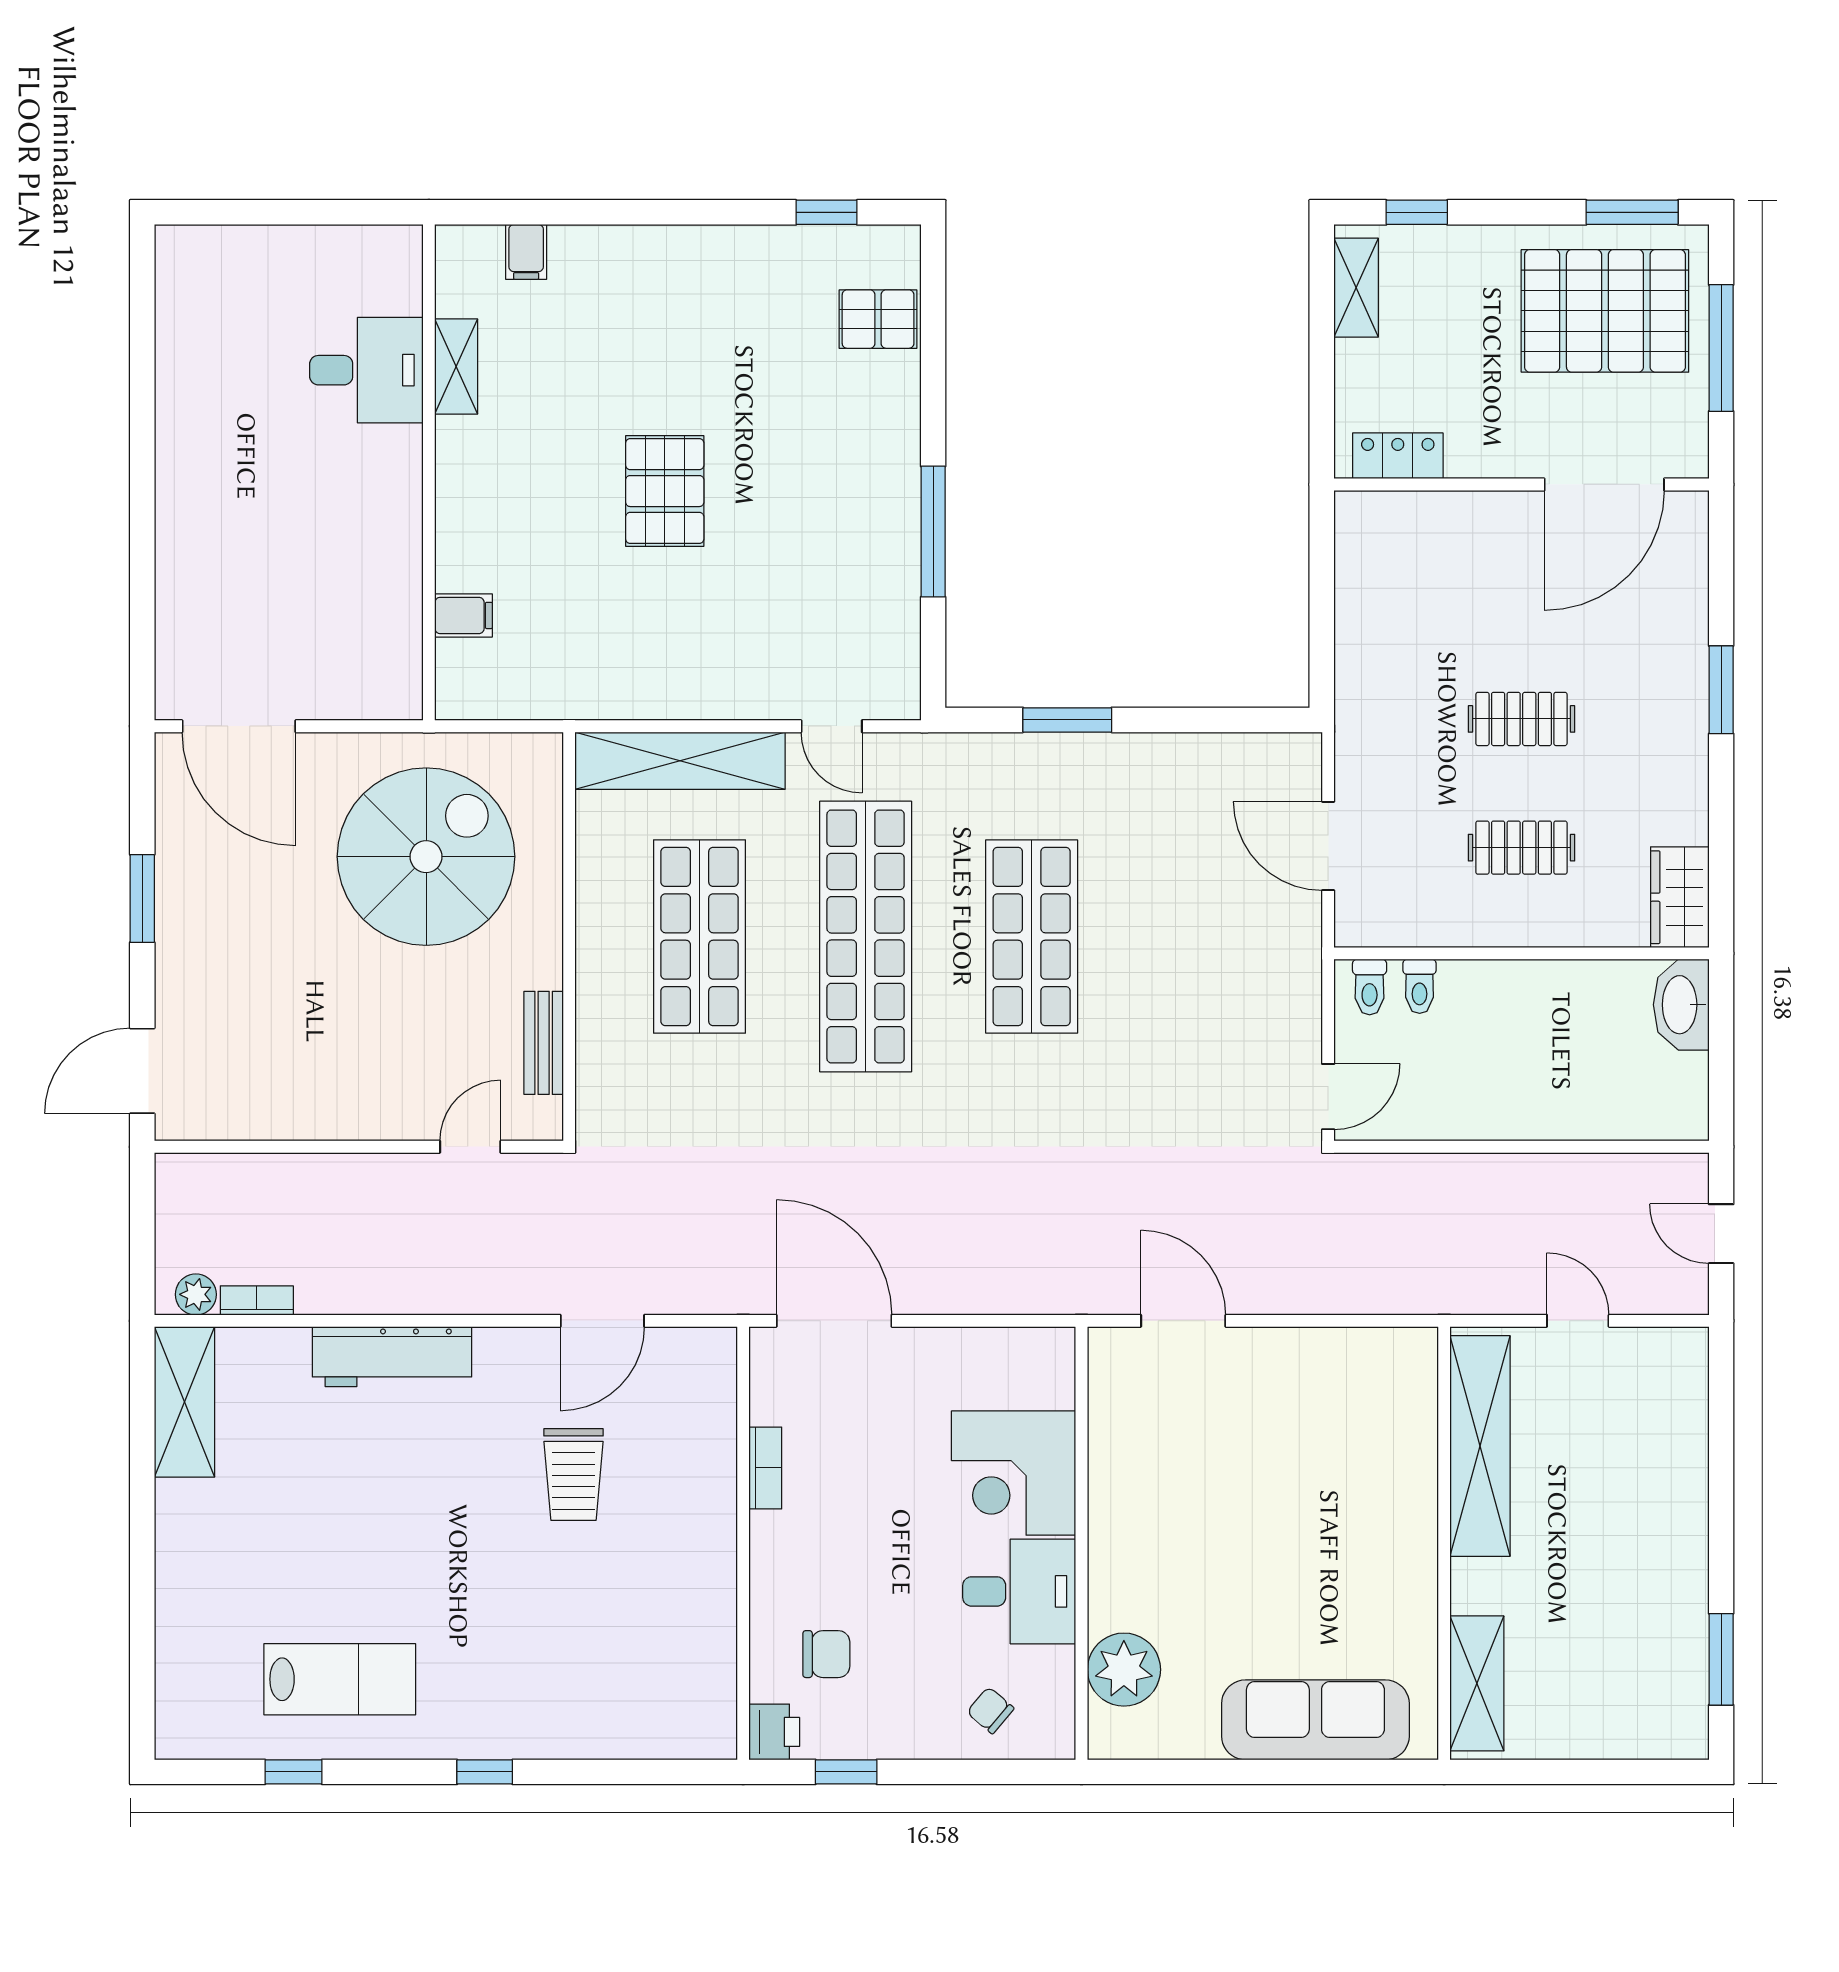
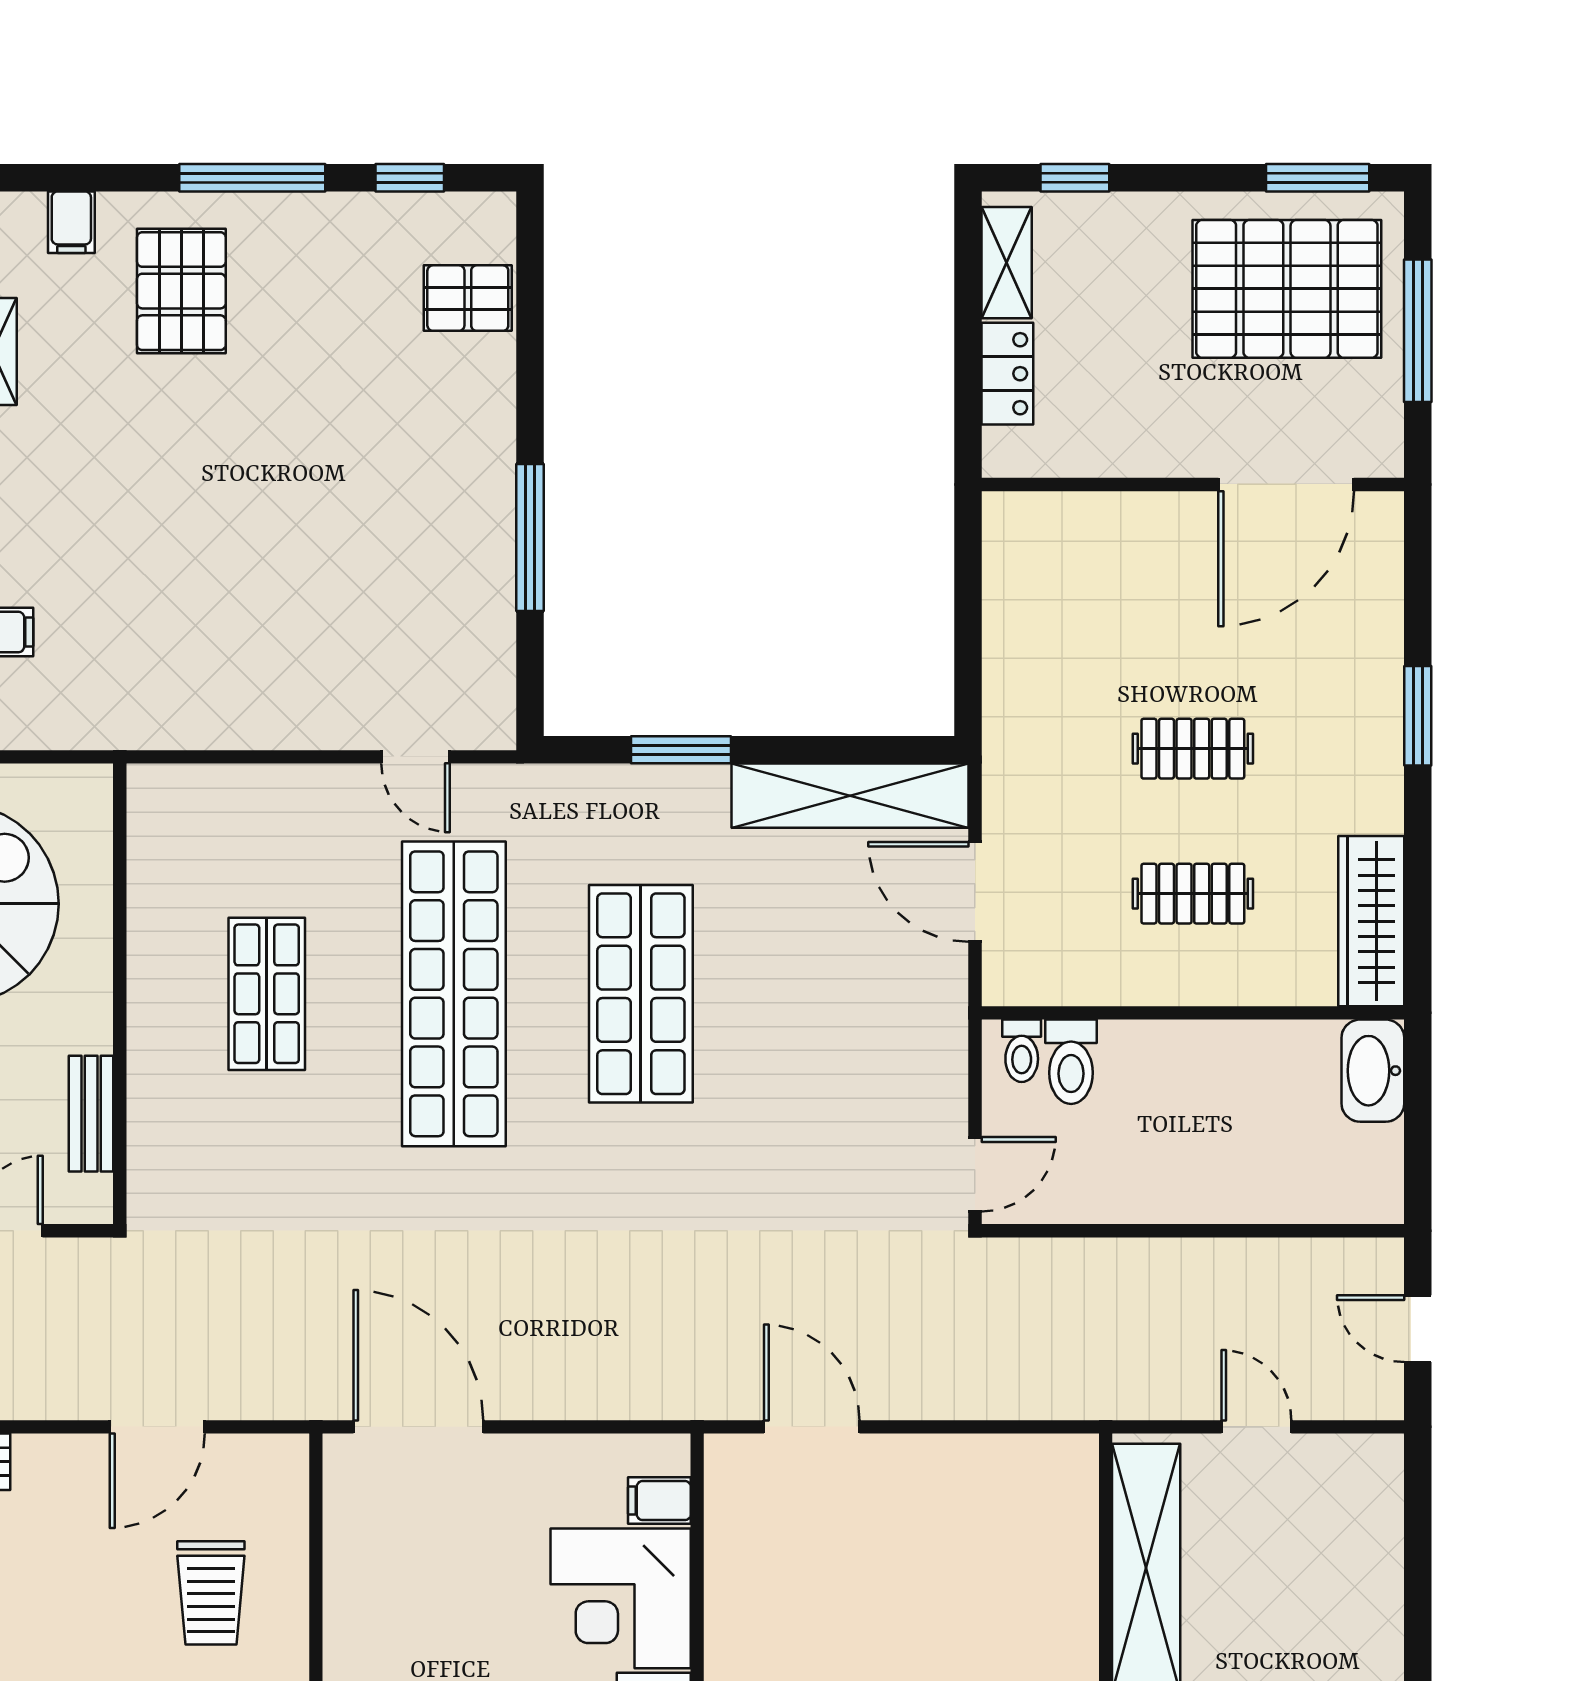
window: (687, 212) -> (252, 178), added
locker: (1398, 456) -> (1007, 374), moved, turned 90
pallet: (665, 491) -> (181, 291), moved
shelving: (680, 761) -> (850, 796), moved
wardrobe: (1680, 897) -> (1371, 921), width x1.50
shop shelf: (700, 936) -> (267, 994), width x0.70, depth x0.74
toilet: (1420, 986) -> (1071, 1062), width x1.37, depth x1.39
filing cabinet: (1048, 1386) -> (659, 1501), added
bookcase: (765, 1468) -> (341, 1593), removed
trolley: (573, 1475) -> (211, 1593), moved

